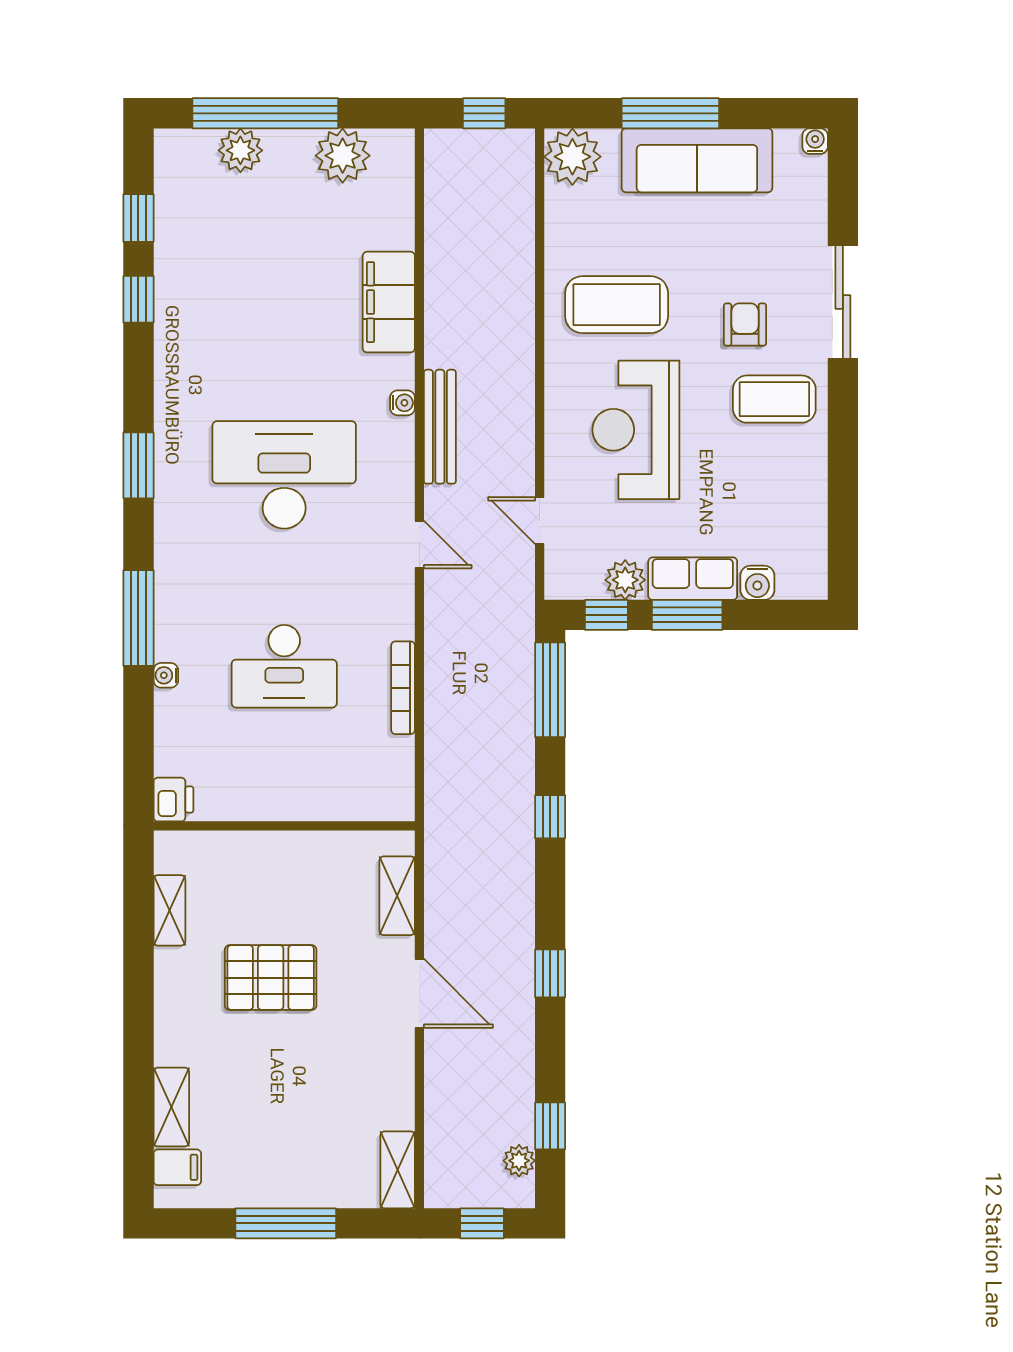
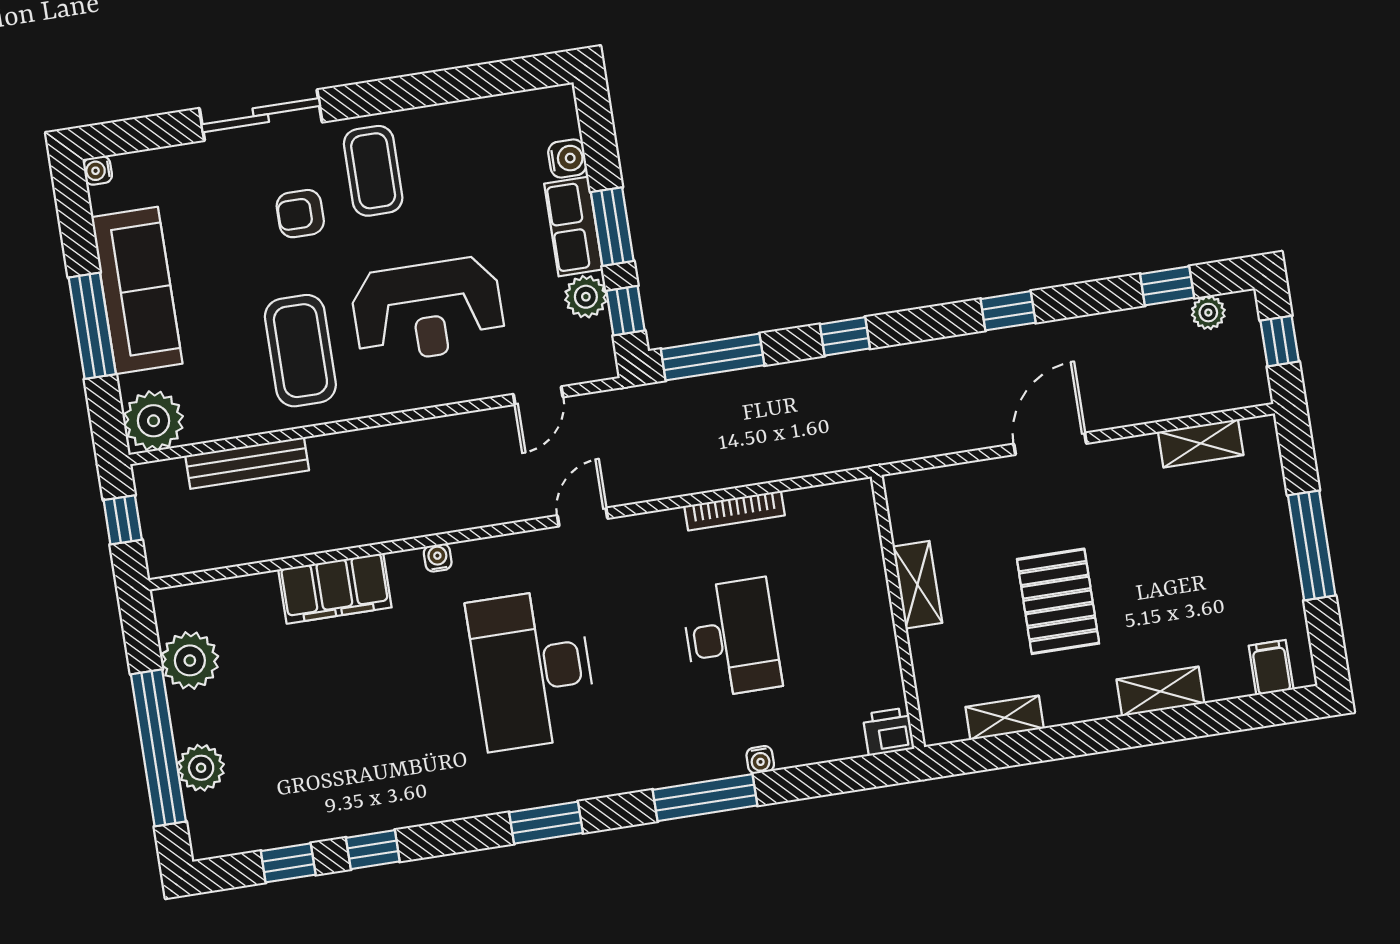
bench: (440, 427) -> (247, 463), moved
shelving: (397, 896) -> (917, 585), moved, turned 90
shelving: (171, 1107) -> (1160, 691), moved
shelving: (398, 1170) -> (1201, 443), moved

